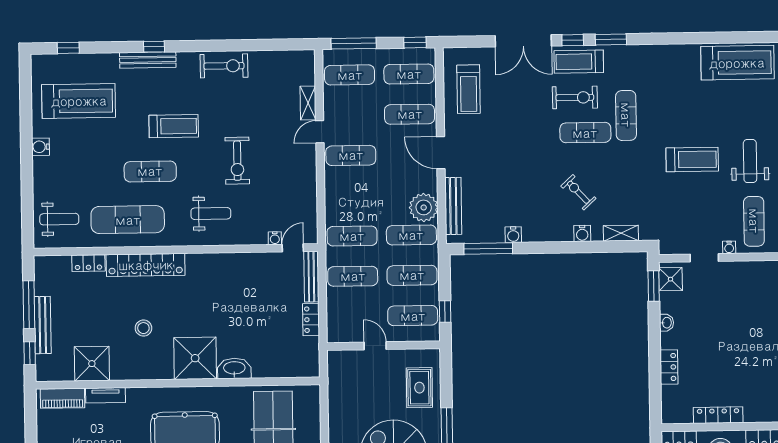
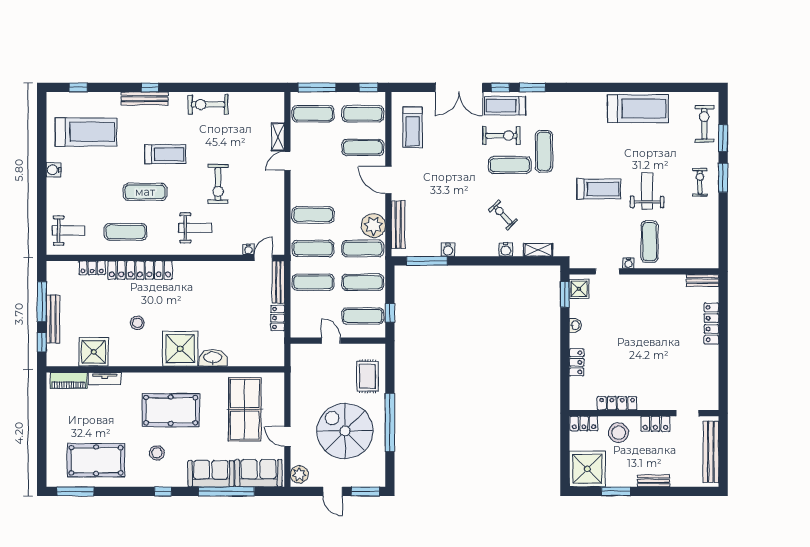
exercise bike: (224, 66) -> (208, 105), turned 180
exercise mat: (351, 155) -> (313, 215), moved
exercise mat: (128, 220) -> (126, 232), width x0.73, depth x0.69

